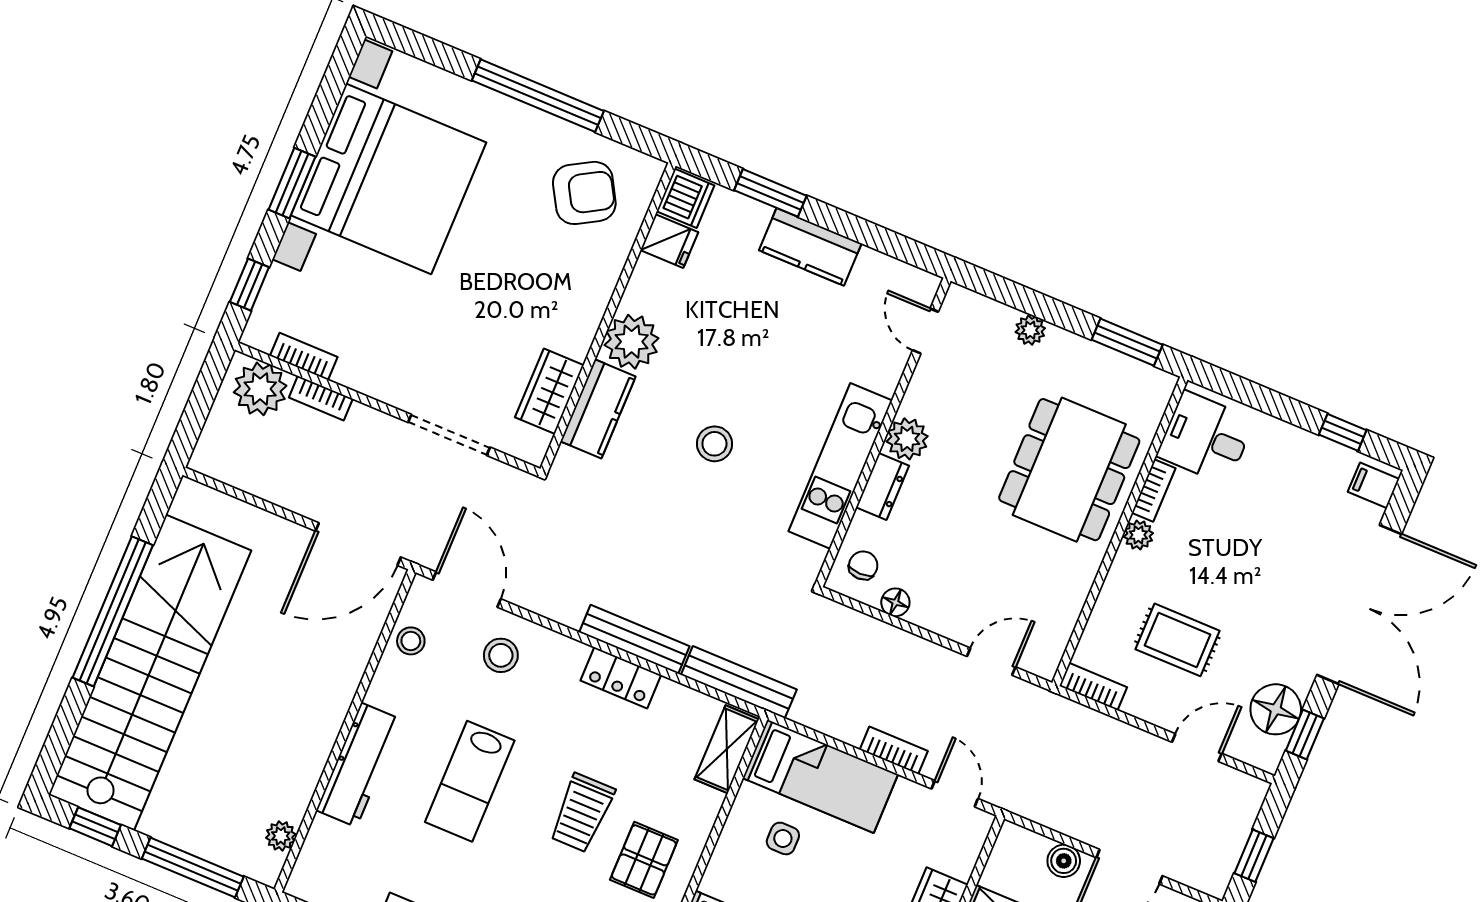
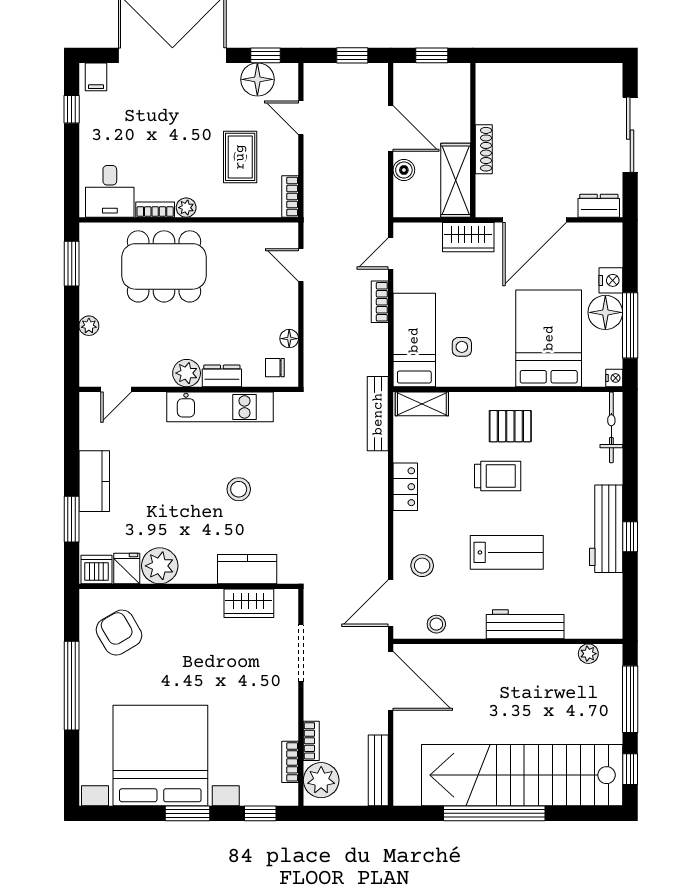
plant: (632, 342) -> (160, 566), moved
bench: (634, 639) -> (378, 770), moved

